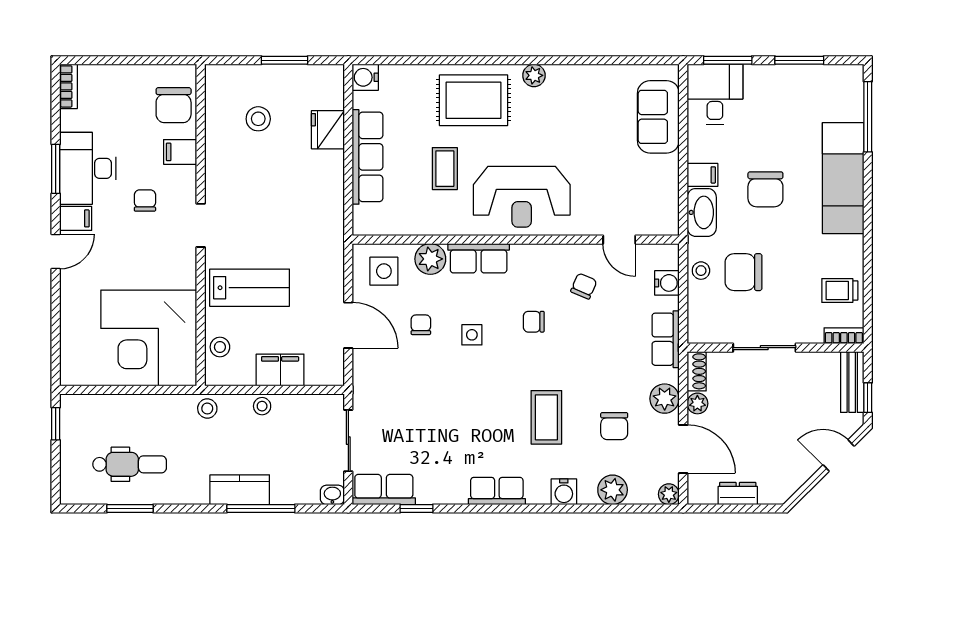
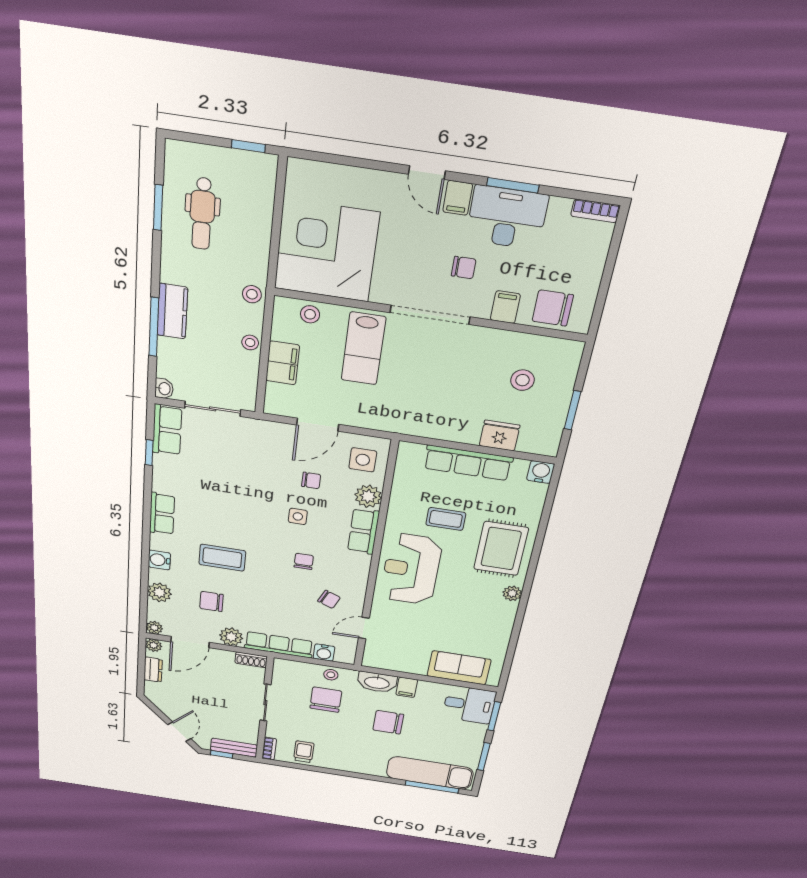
exam couch: (843, 178) -> (430, 773), moved
doorway: (201, 225) -> (430, 315), width x1.87
row of seats: (666, 339) -> (279, 645), width x1.48
plant: (697, 403) -> (154, 645), moved

